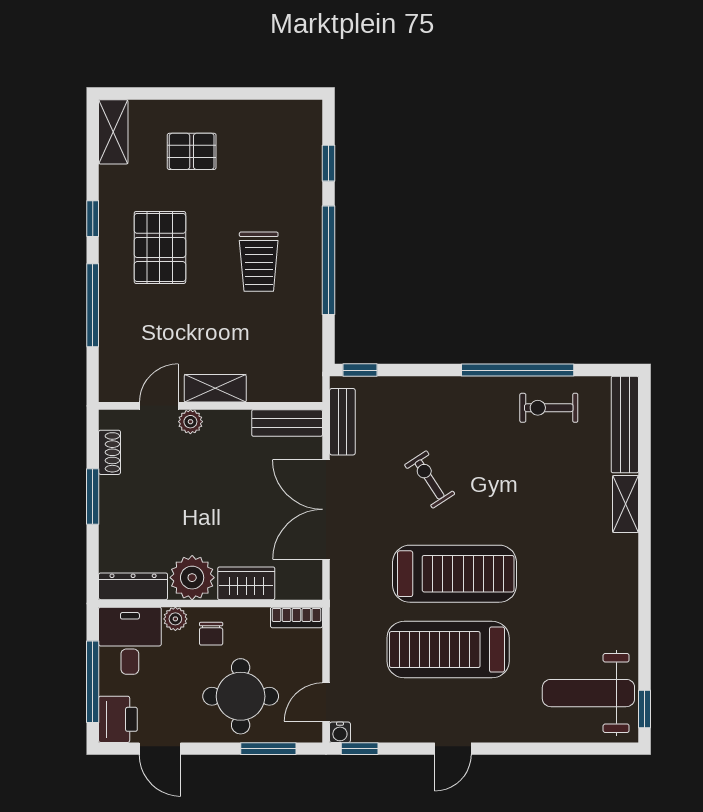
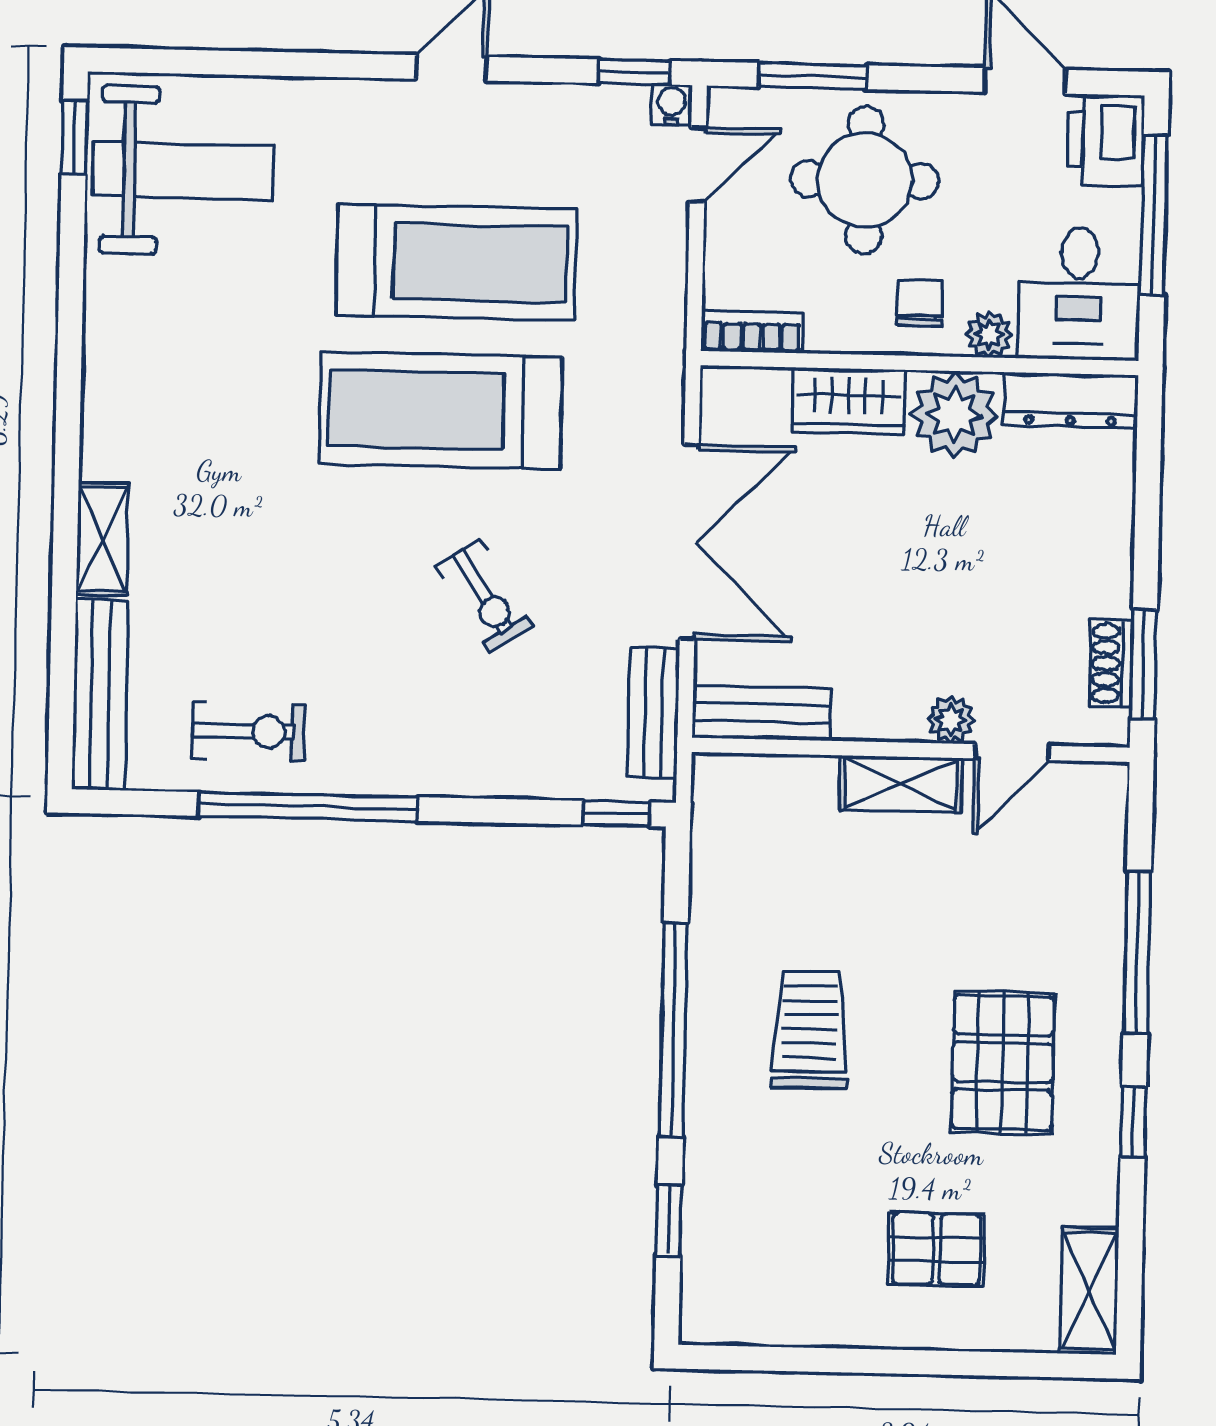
window: (93, 496) -> (1144, 664), moved

